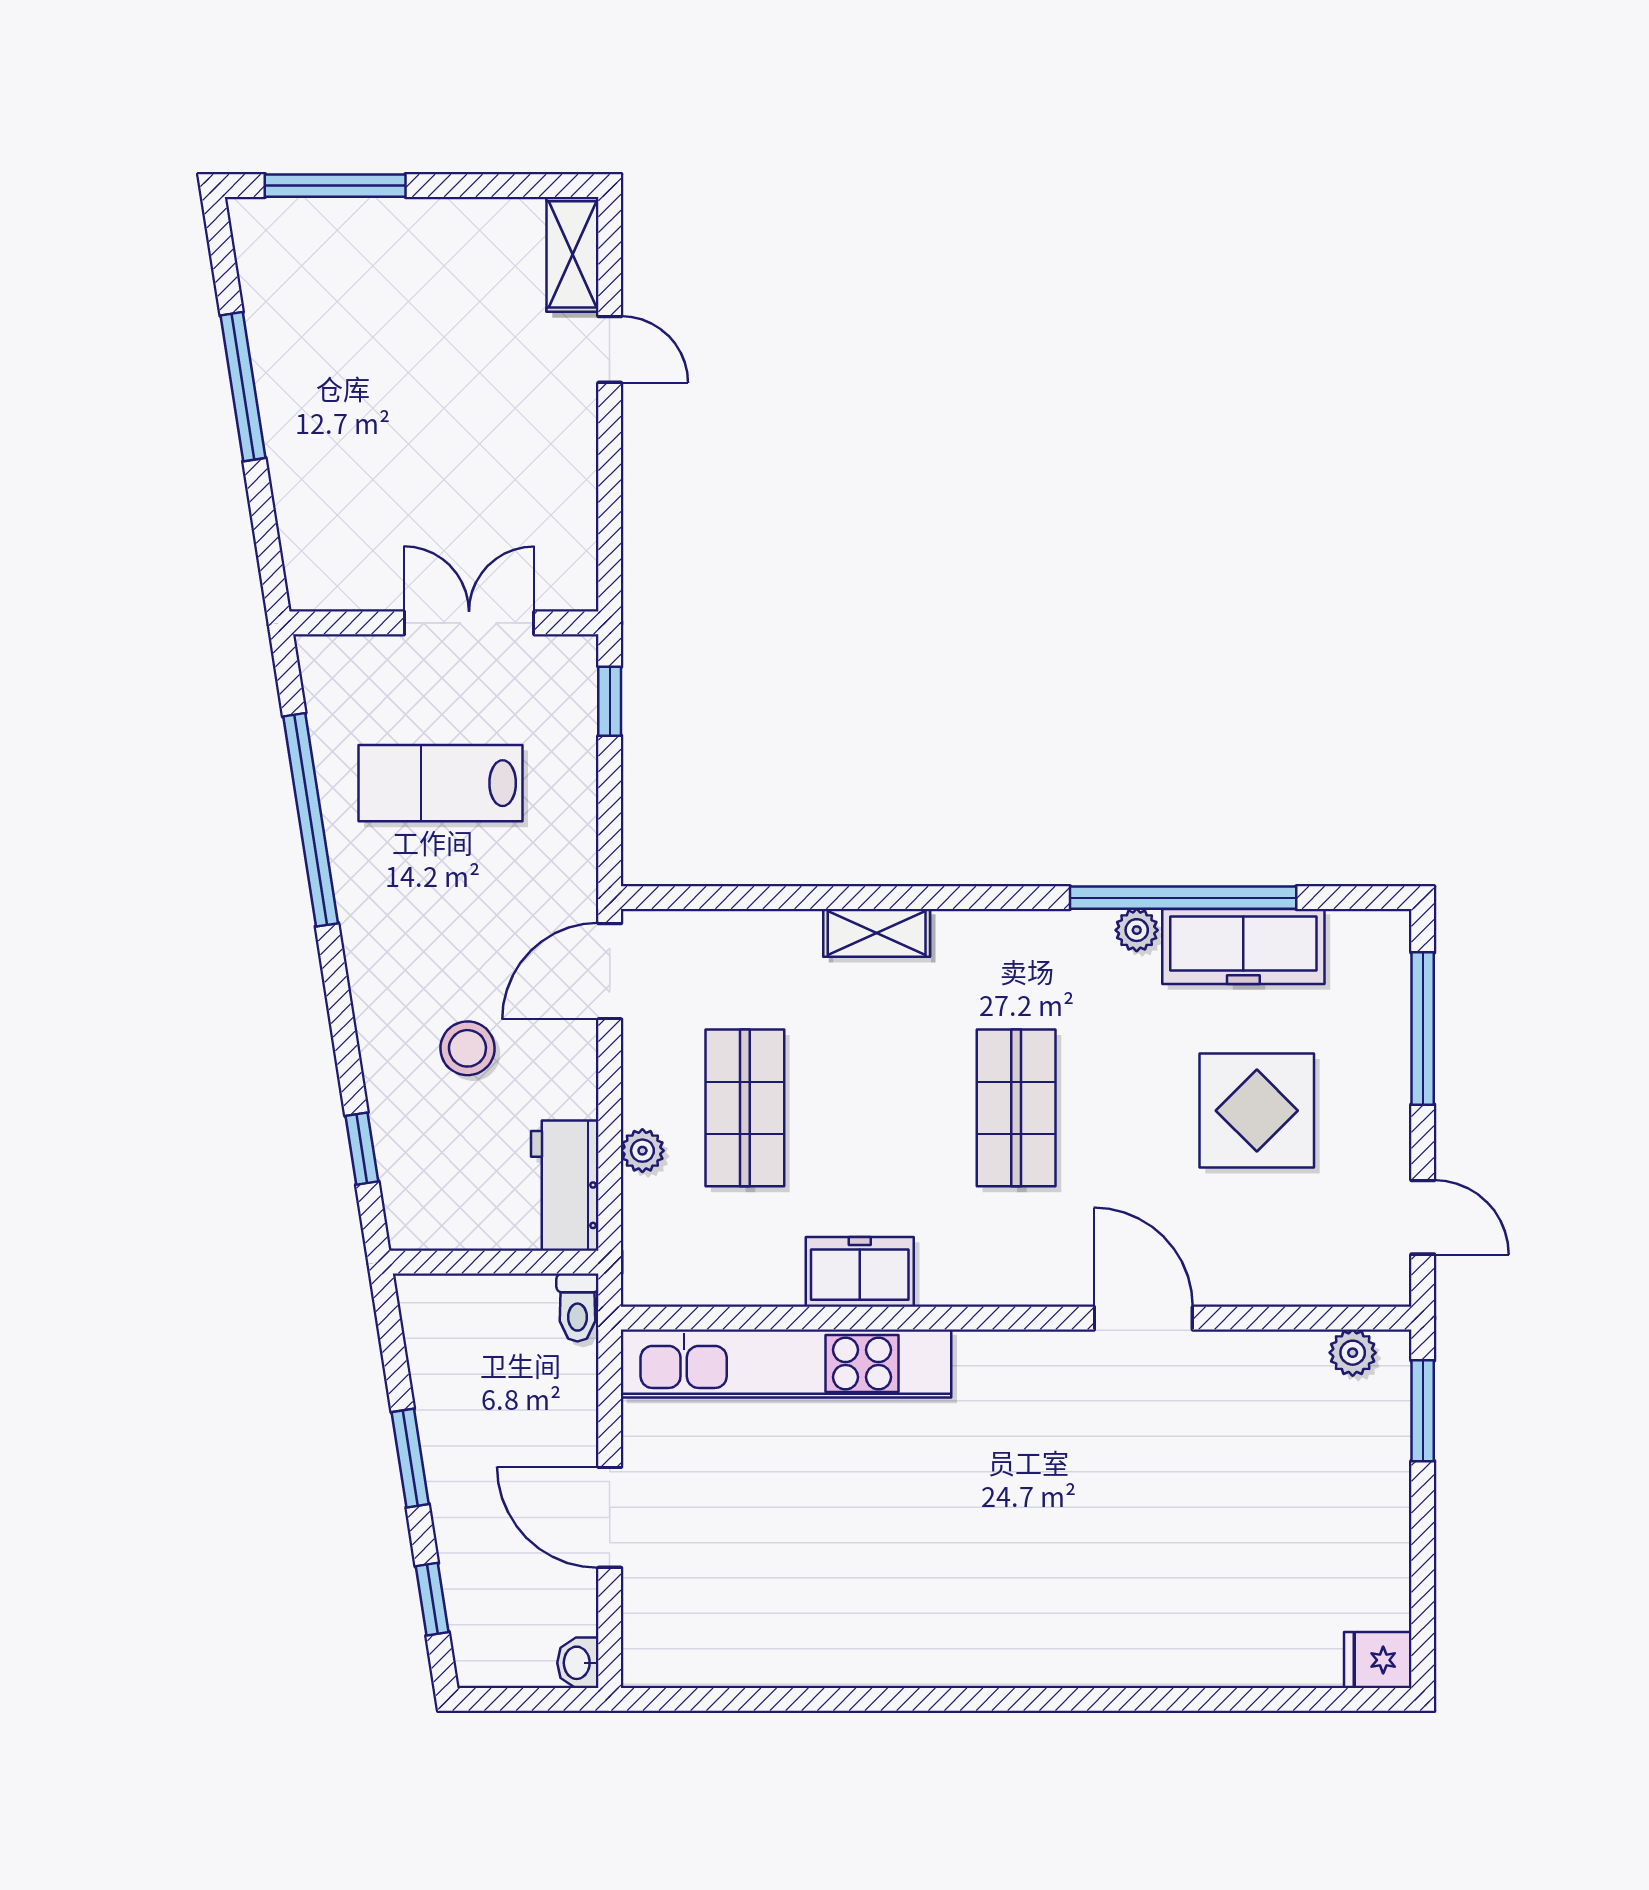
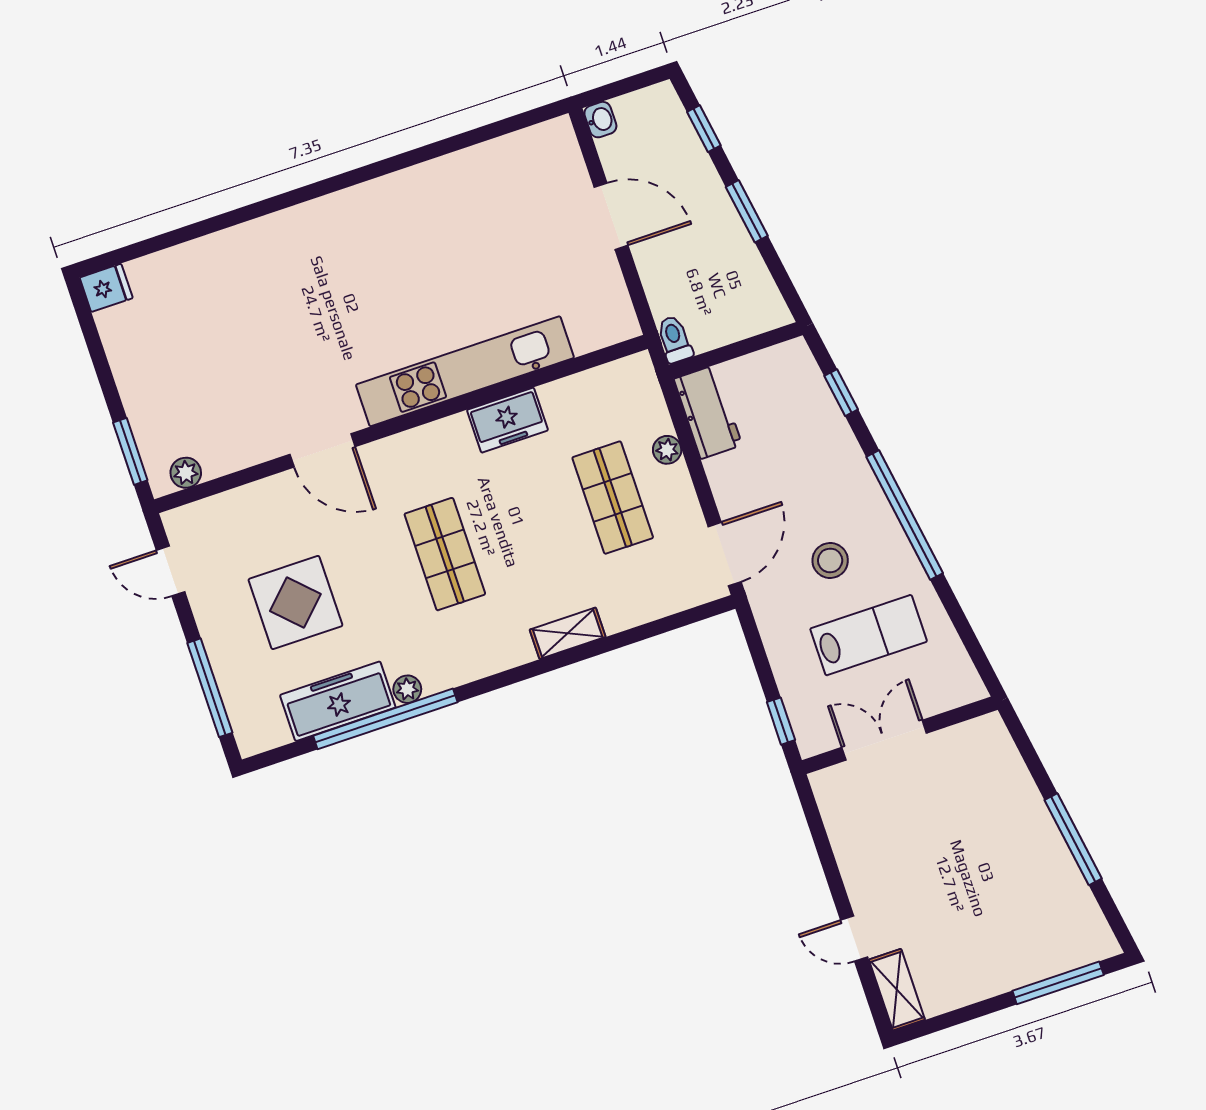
double door: (469, 623) -> (884, 740), swing flipped
window: (311, 820) -> (905, 515), moved
stool: (467, 1048) -> (830, 560), moved
kitchen unit: (786, 1364) -> (465, 371), moved

